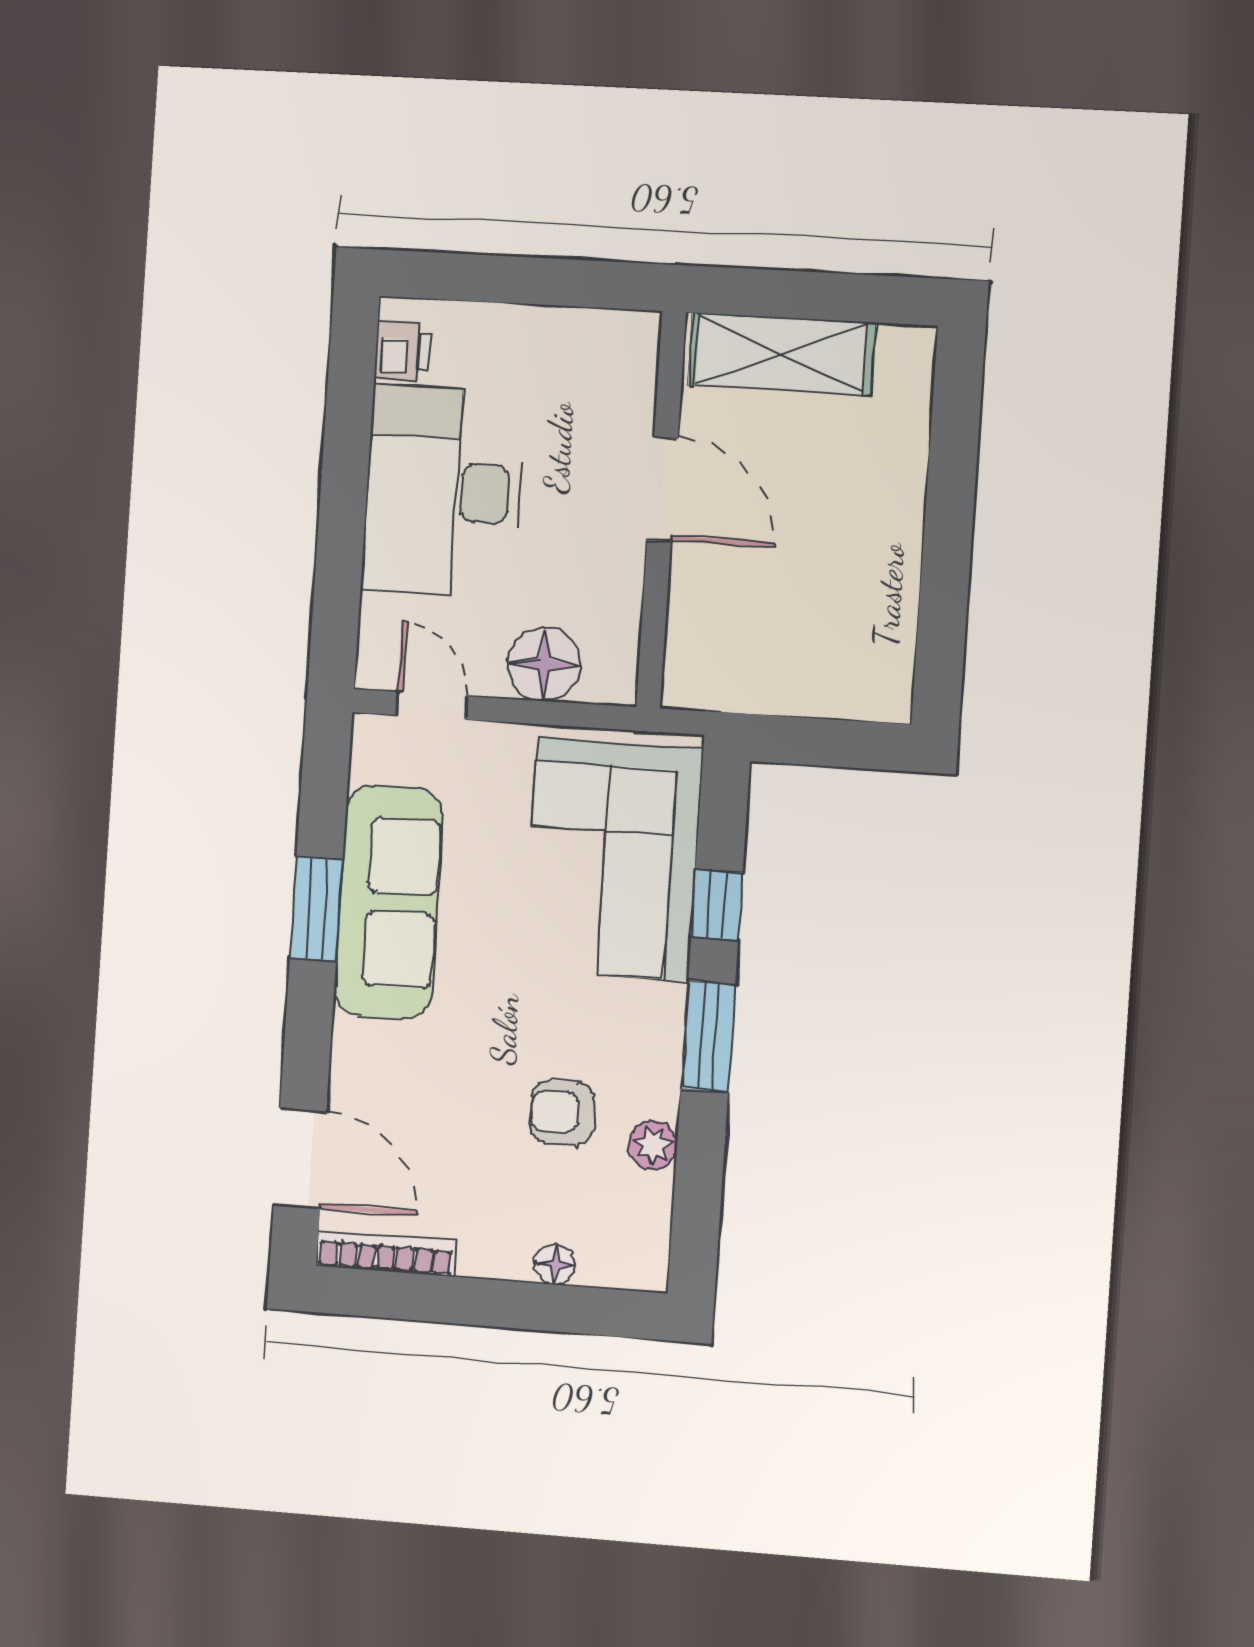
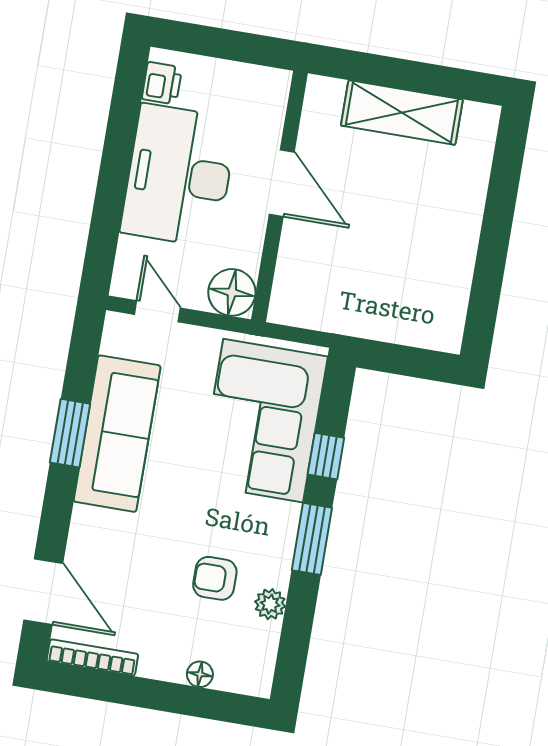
door: (662, 489) -> (282, 183), moved
wall: (661, 510) -> (280, 196), moved

